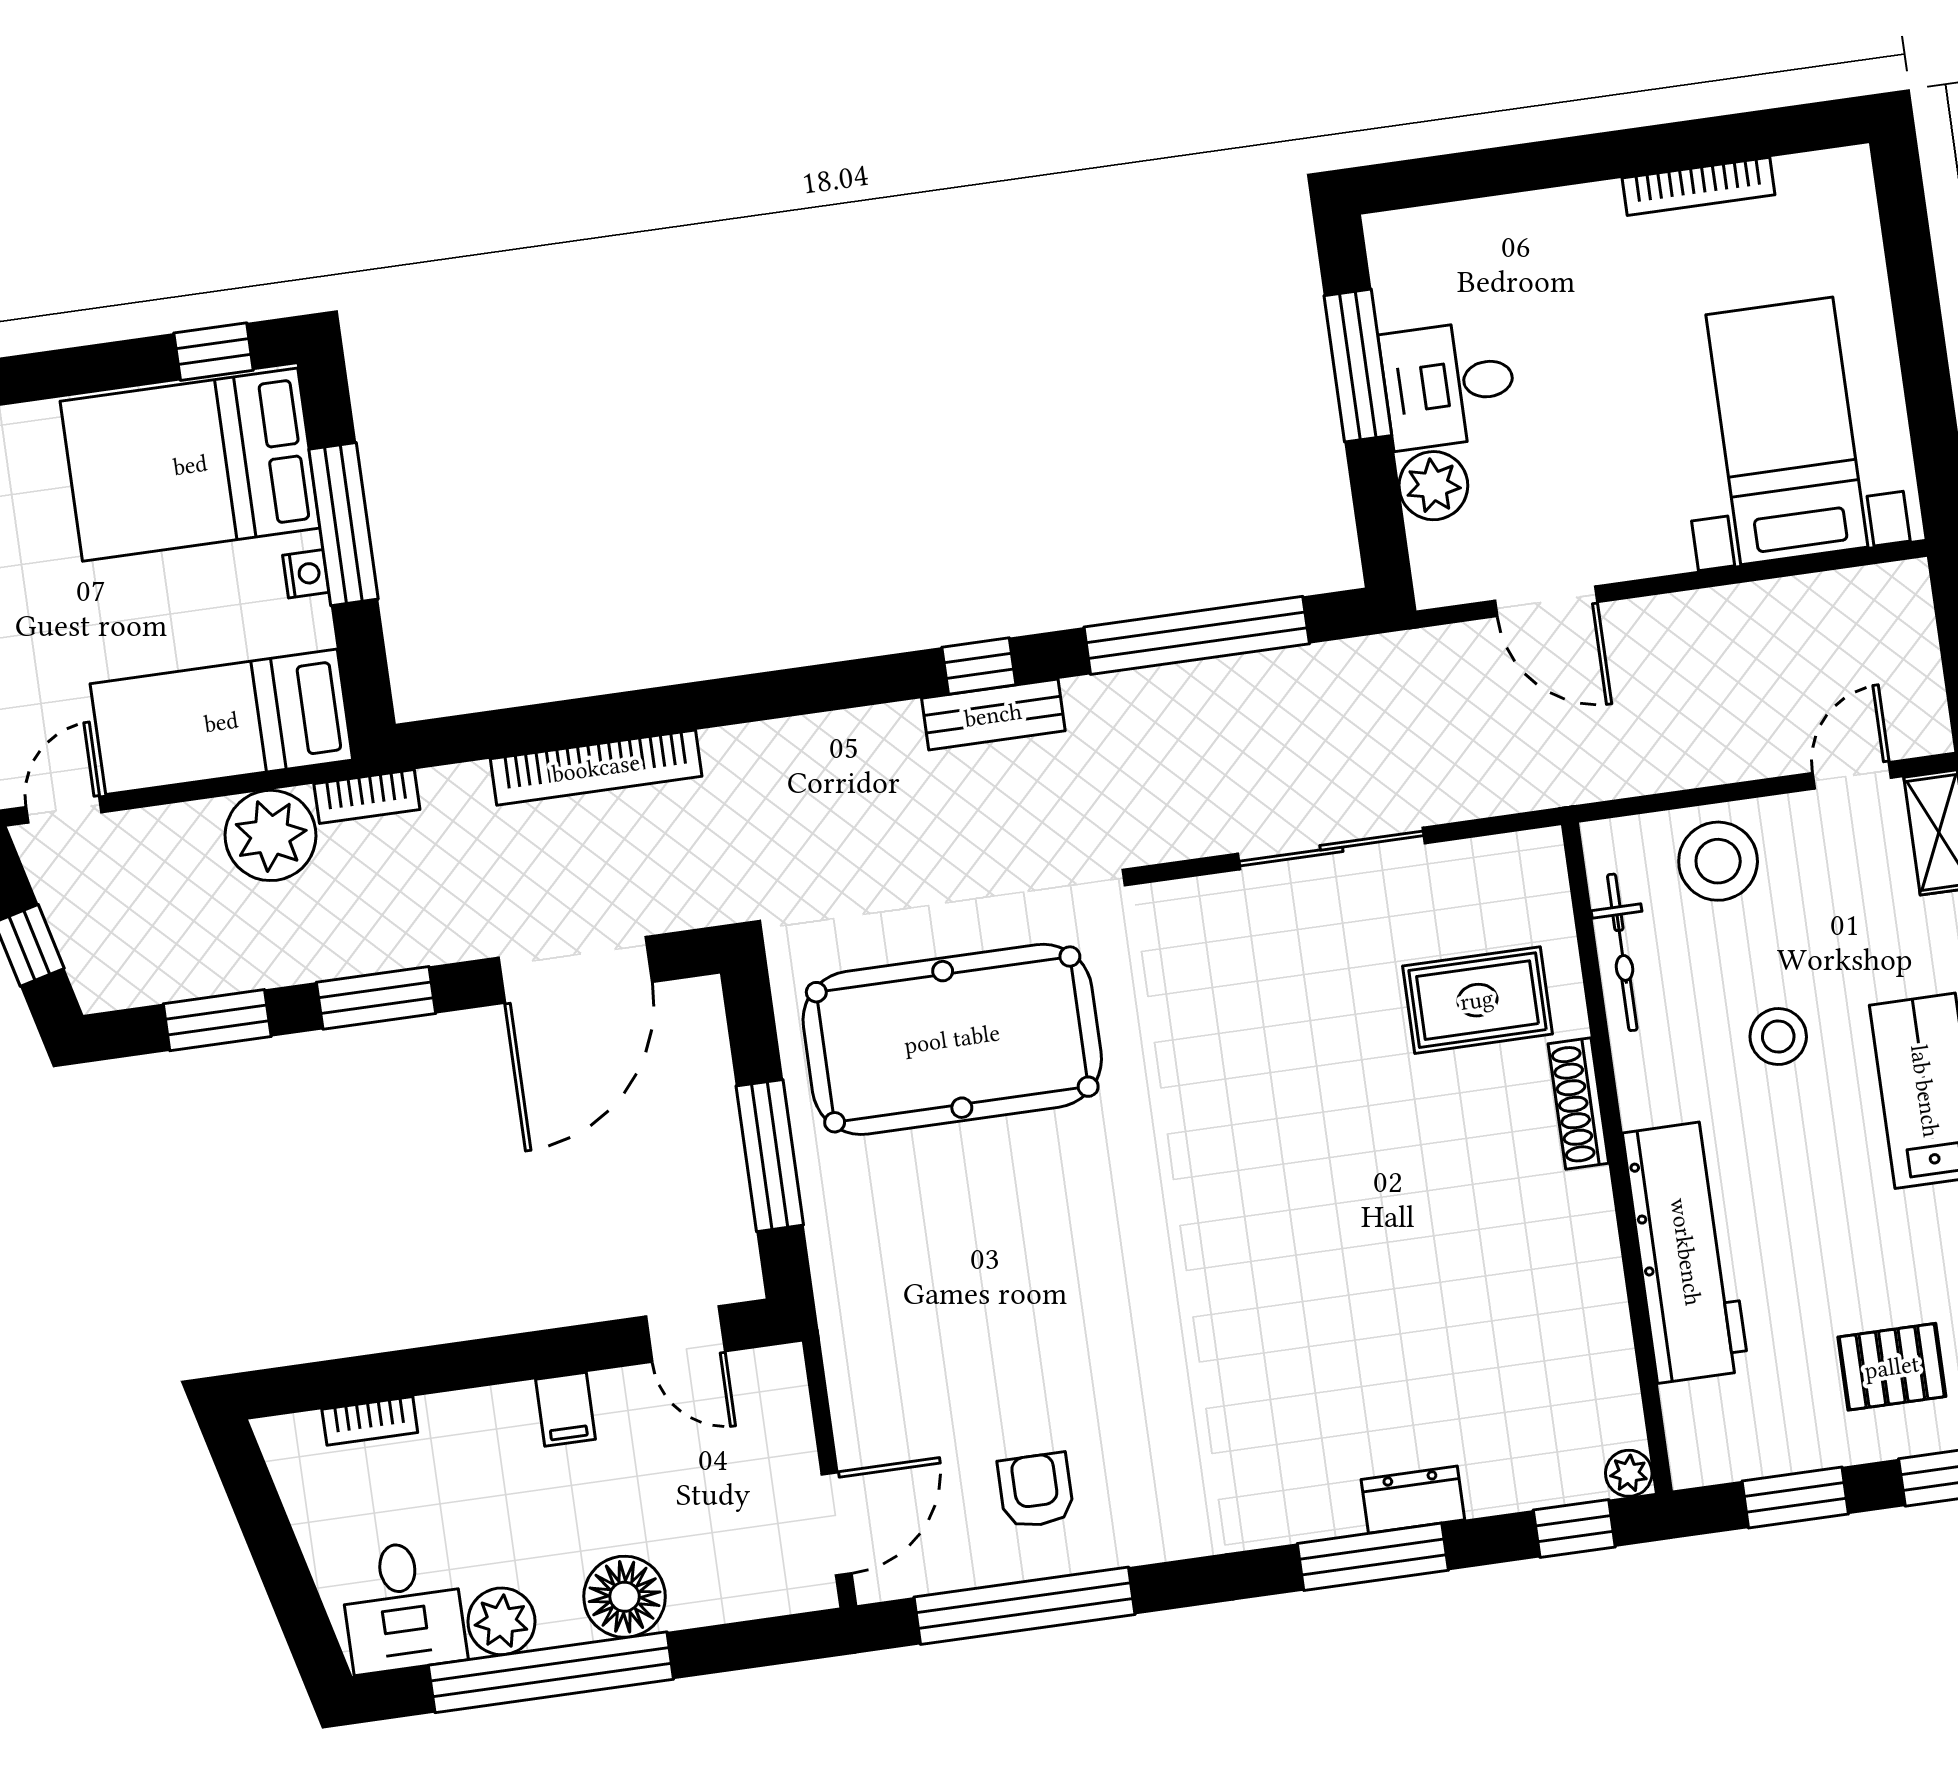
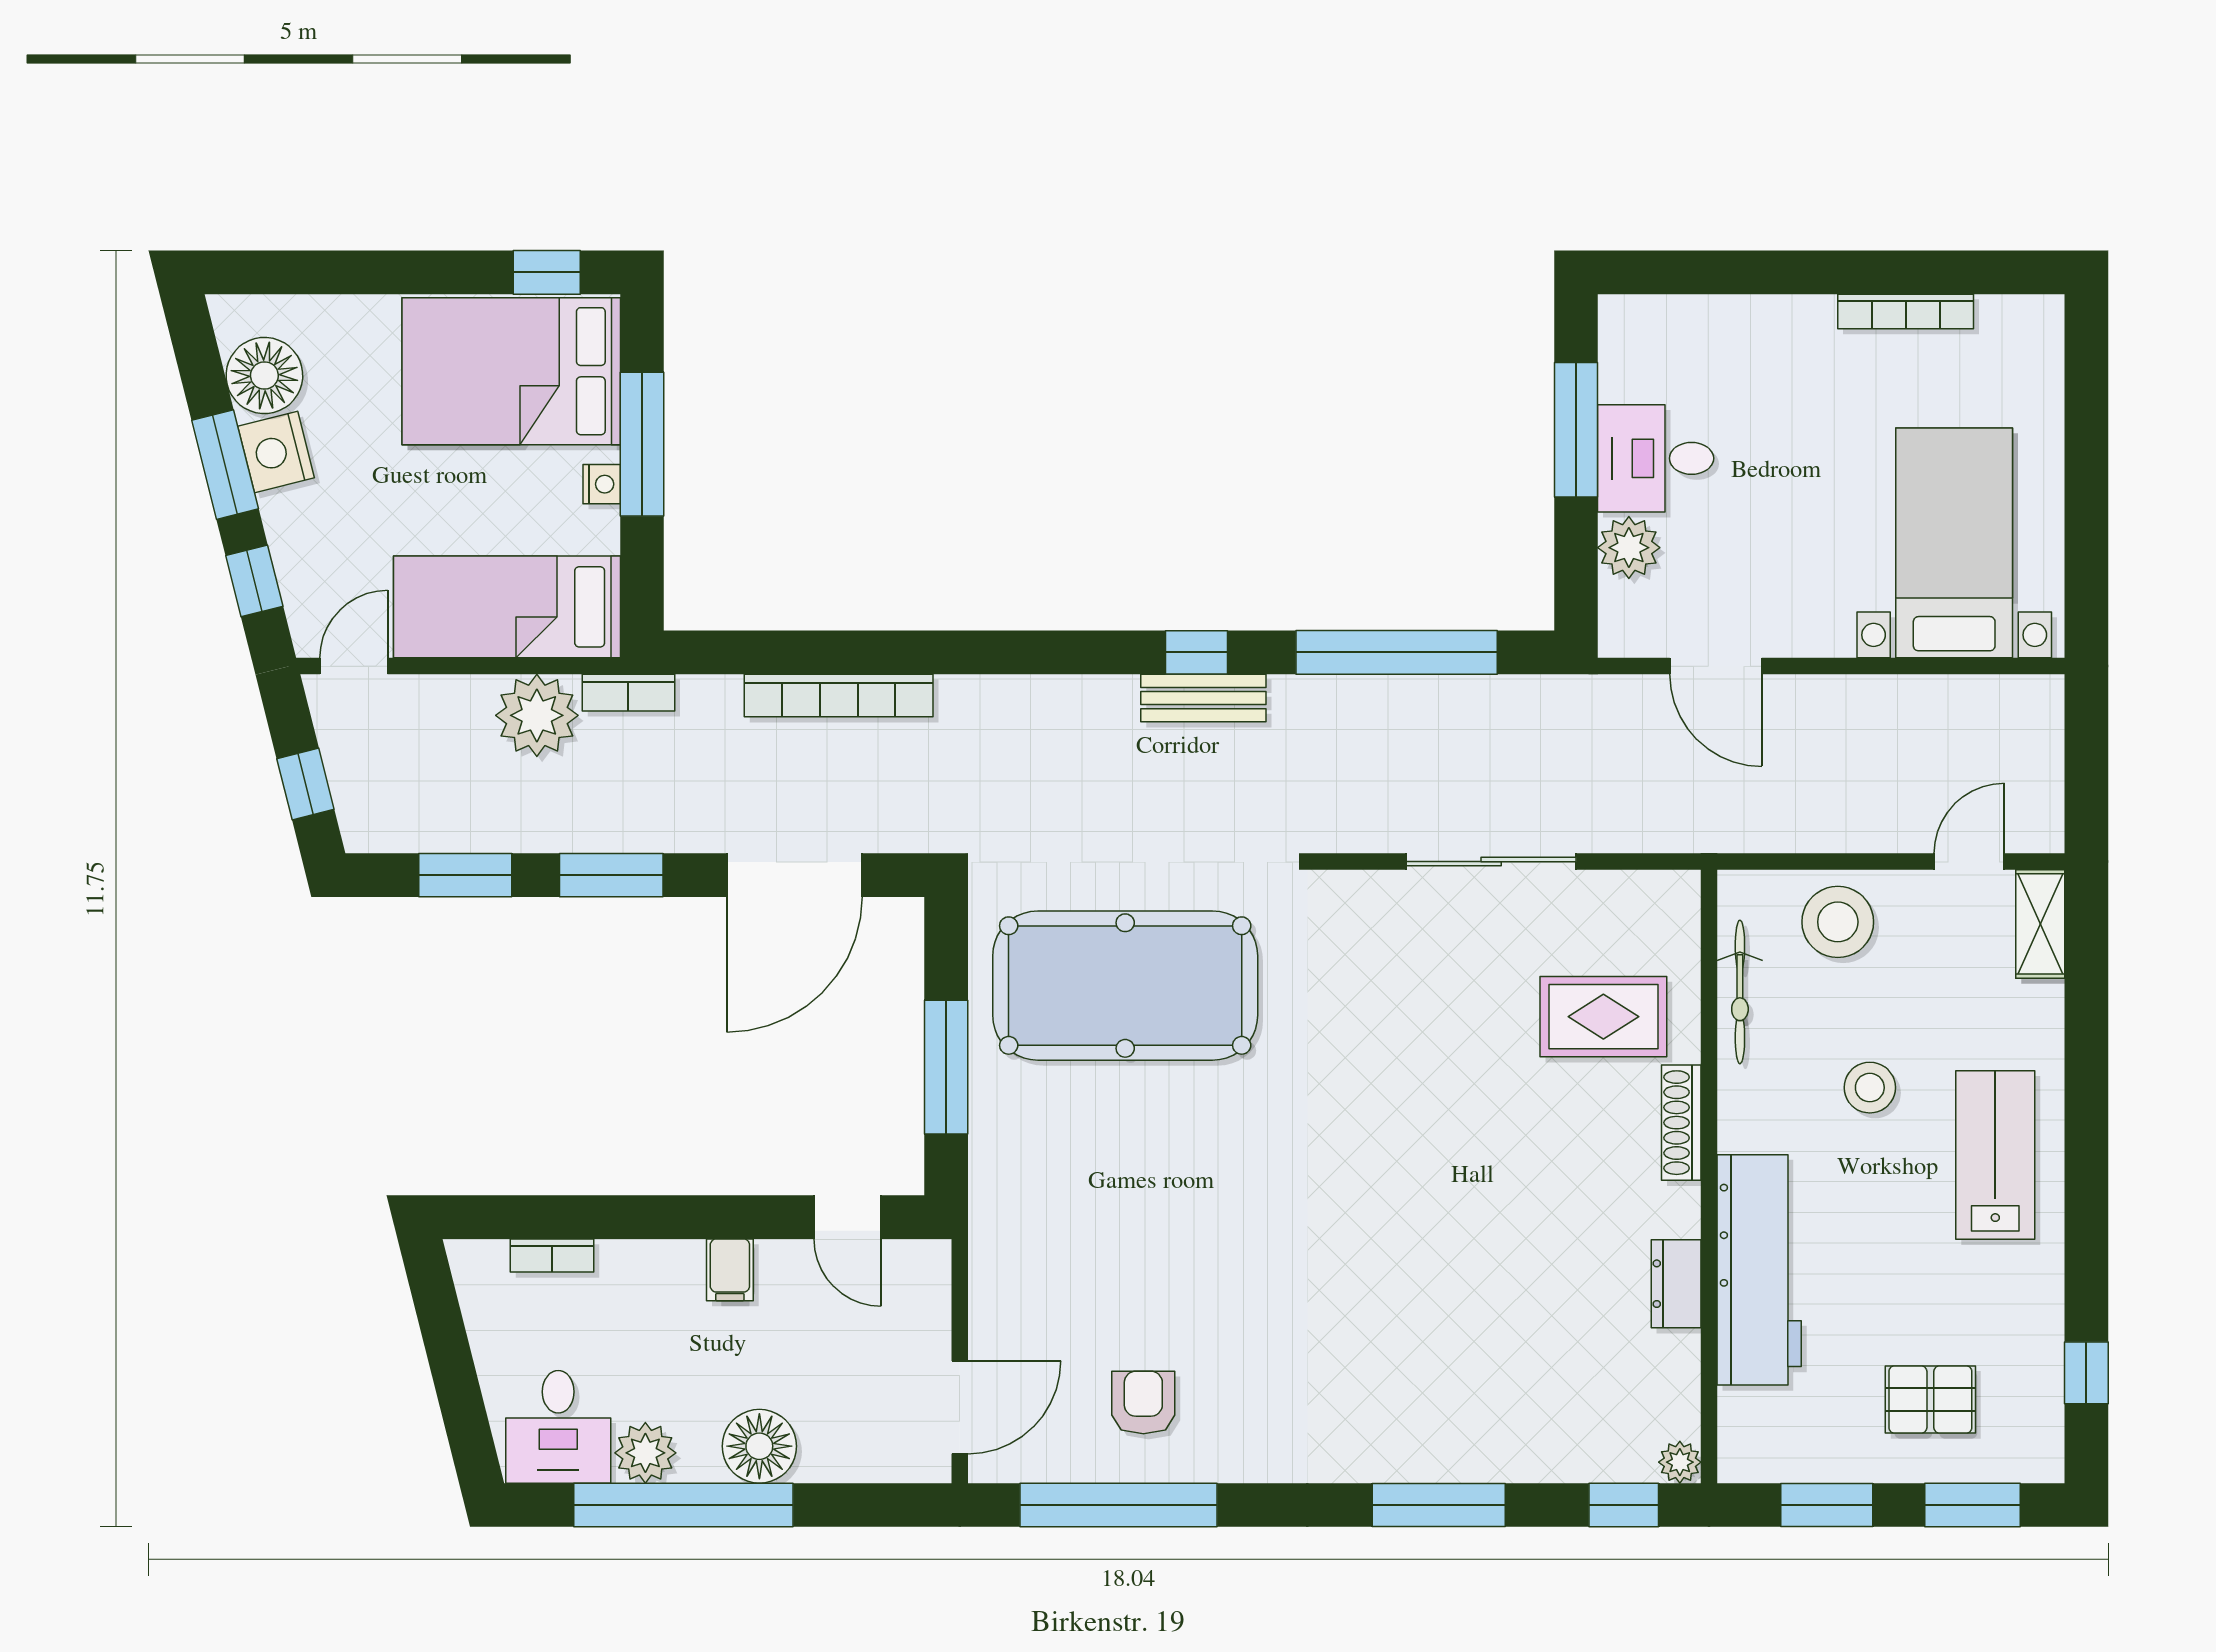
dresser: (1413, 1500) -> (1676, 1284), moved, turned -90

